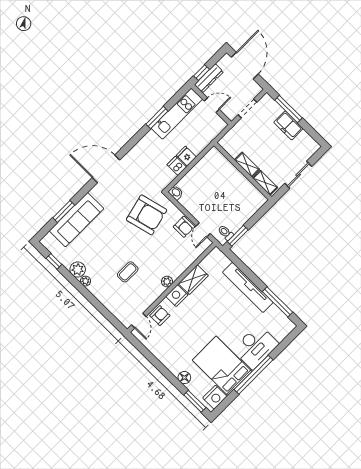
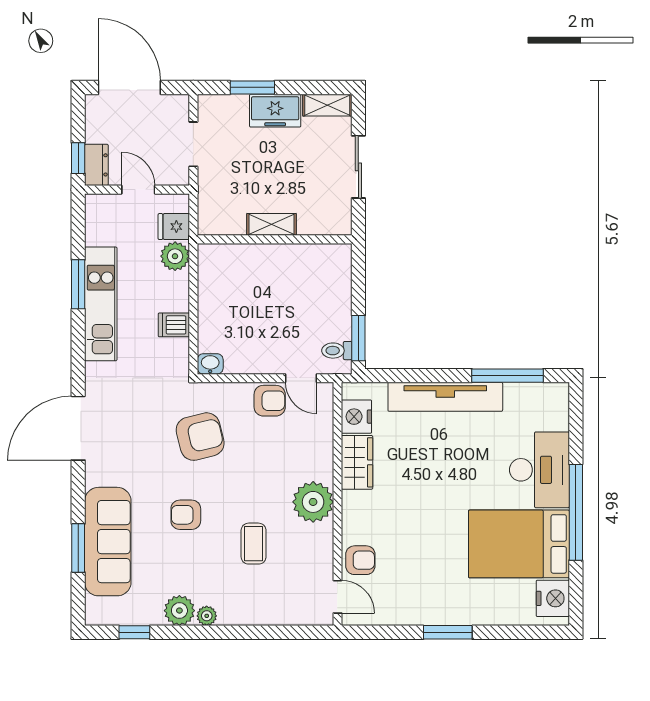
dresser: (209, 78) -> (96, 165), width x0.70
door: (212, 105) -> (138, 190), hinge flipped
window: (288, 109) -> (252, 87), width x0.69
kitchen unit: (177, 114) -> (101, 304), moved
plant: (201, 142) -> (175, 256), added
fridge: (186, 156) -> (174, 227), moved
shelving: (265, 183) -> (327, 105), moved
armchair: (147, 215) -> (200, 437), width x0.73, depth x0.73
armchair: (114, 238) -> (186, 515), added
plant: (167, 281) -> (313, 502), width x1.88, depth x1.88
nightstand: (177, 296) -> (356, 417), moved
armchair: (160, 316) -> (360, 560), turned 90
floor lamp: (184, 378) -> (482, 613), removed
window: (195, 401) -> (448, 632), moved

